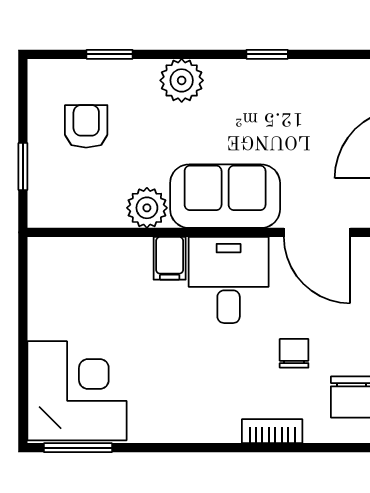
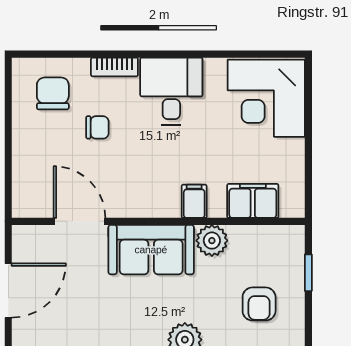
filing cabinet: (94, 259) -> (253, 201), added
desk: (229, 280) -> (171, 91), moved, turned 180
chair: (294, 353) -> (97, 127), turned -90
window: (78, 448) -> (265, 54), removed

